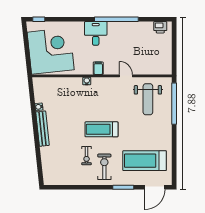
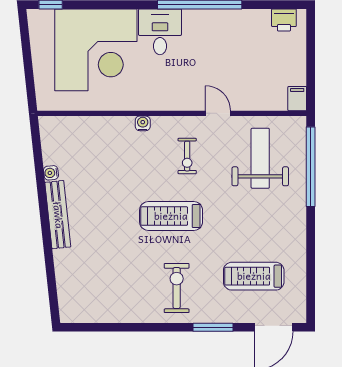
corner desk: (51, 51) -> (96, 50), moved, turned 96
filing cabinet: (98, 68) -> (297, 99), moved
weight bench: (148, 99) -> (260, 158), turned 180
exercise bike: (87, 156) -> (187, 156), moved
treadmill: (144, 161) -> (254, 276), width x0.73, depth x0.73

